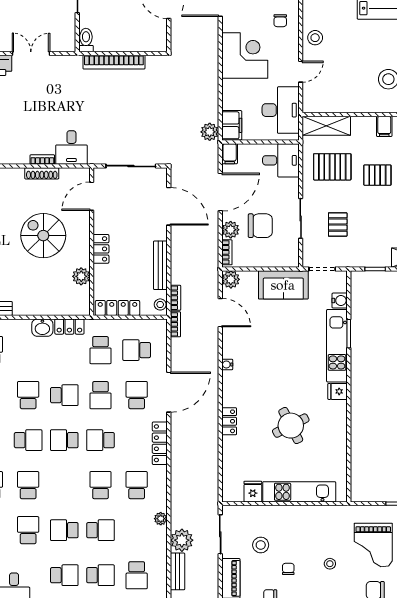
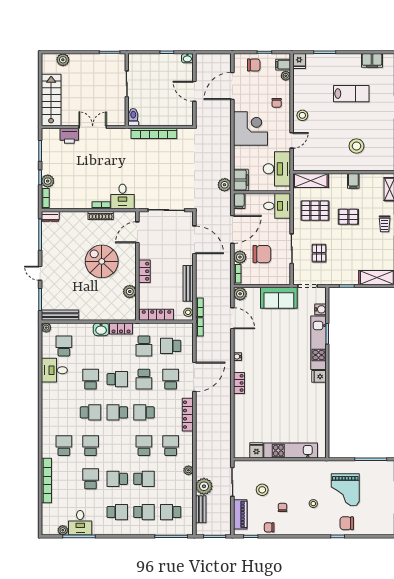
locker: (229, 421) -> (239, 383), moved
round table: (291, 426) -> (284, 402), removed
school desk: (137, 575) -> (171, 512), turned 90

